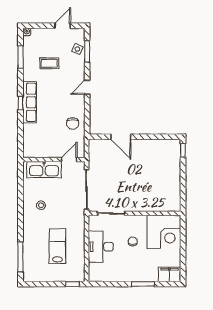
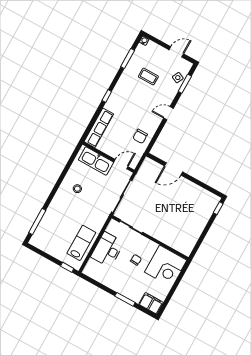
row of seats: (30, 102) -> (99, 128), moved
door: (121, 137) -> (173, 169), hinge flipped
lab bench: (57, 246) -> (81, 243), moved

